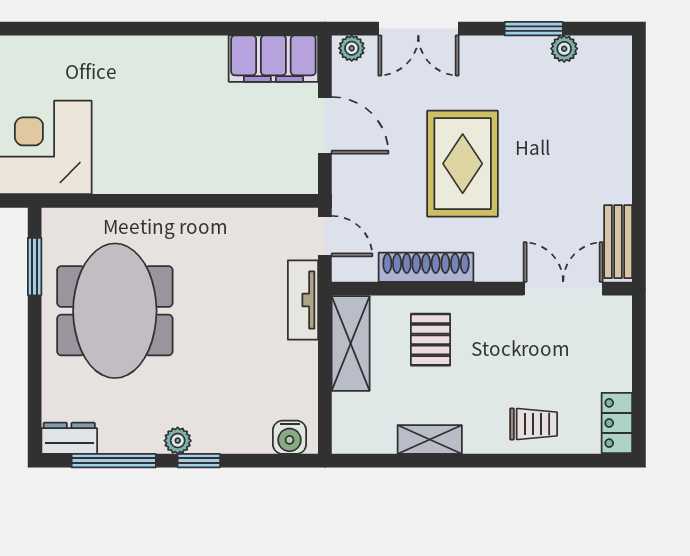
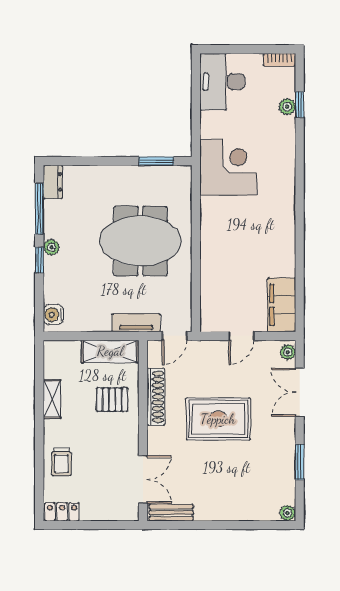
plant: (564, 49) -> (287, 513), moved
door: (325, 125) -> (241, 336), width x0.73
meeting table: (115, 311) -> (140, 241), moved

